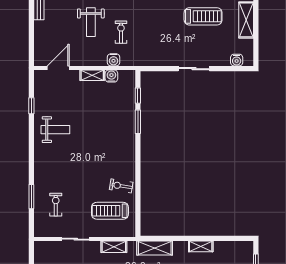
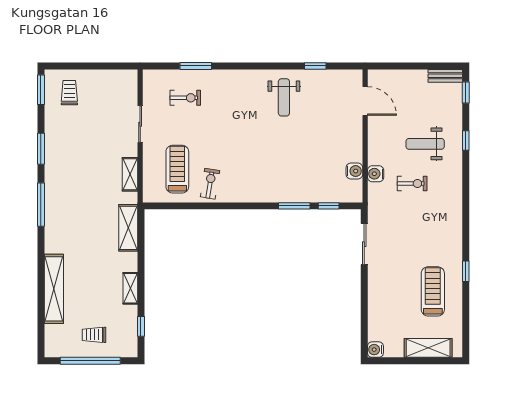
treadmill: (203, 16) -> (433, 291), turned 180
water cooler: (237, 60) -> (375, 350), moved
sliding door: (194, 69) -> (364, 244), moved
shelving: (92, 75) -> (355, 146), removed
window: (230, 238) -> (141, 326), added

